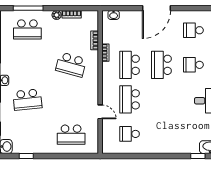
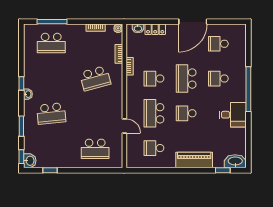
door: (156, 8) -> (193, 22), moved
plant: (57, 15) -> (118, 28), moved
locker: (131, 16) -> (155, 29), added
school desk: (71, 65) -> (95, 78), turned -30
school desk: (130, 65) -> (154, 79), width x0.54
school desk: (161, 99) -> (186, 113), added
piano: (169, 146) -> (194, 160), added

